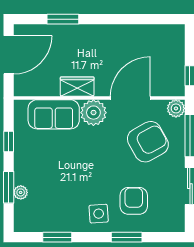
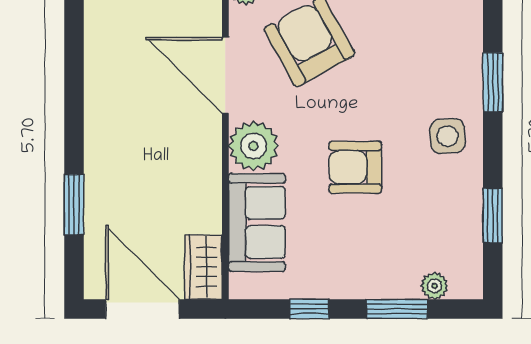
wardrobe: (77, 87) -> (203, 267), moved
plant: (21, 192) -> (435, 286), moved
armchair: (134, 201) -> (355, 167), moved

